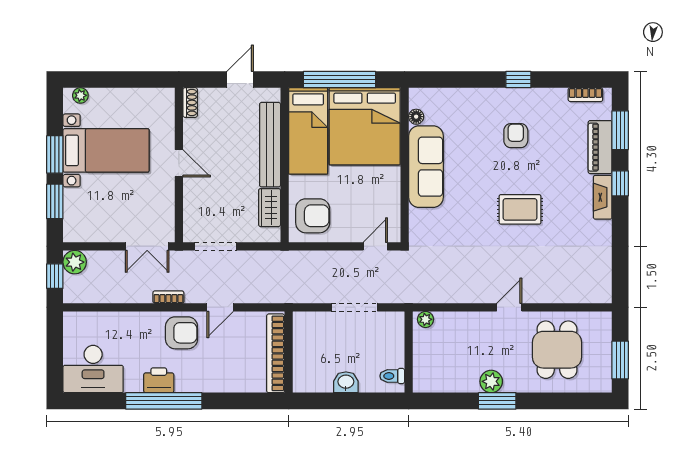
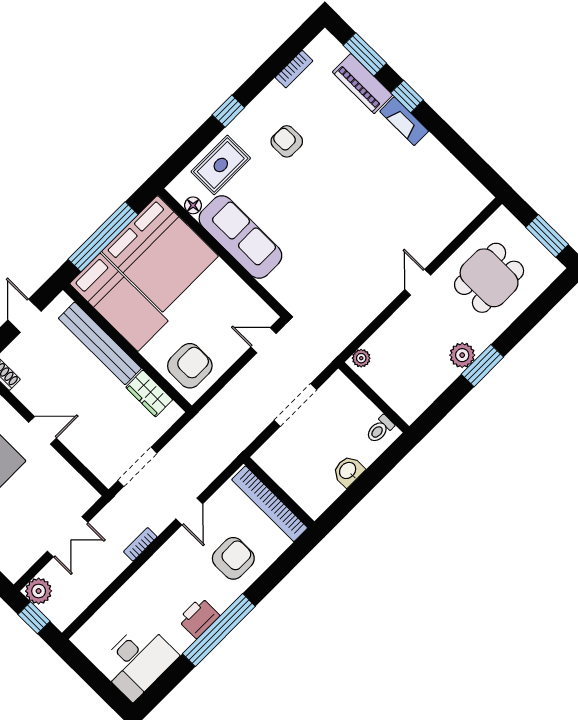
window: (518, 80) -> (228, 111), moved
bookcase: (585, 95) -> (294, 69), moved
rug: (520, 209) -> (221, 165), moved
double door: (147, 246) -> (68, 537), moved
door: (375, 246) -> (263, 340), hinge flipped
armchair: (181, 333) -> (233, 558), moved
dining table: (557, 350) -> (489, 278), turned 90

